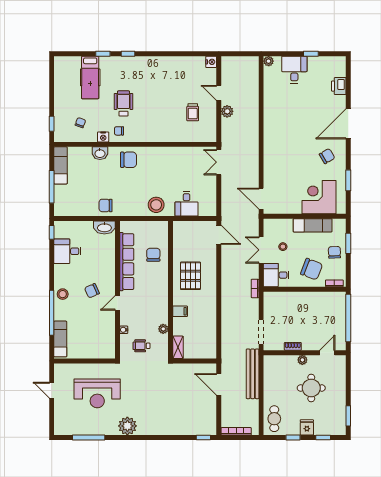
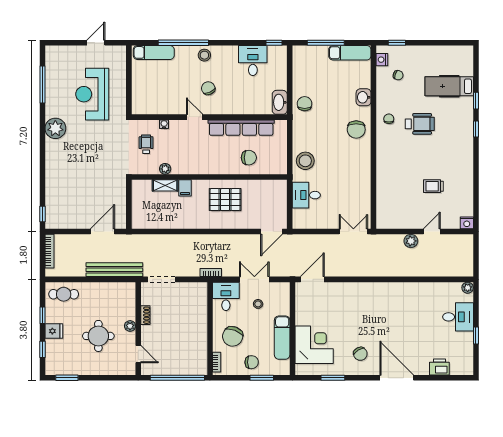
trolley: (193, 112) -> (433, 186), moved
nightstand: (103, 137) -> (382, 60), moved
shelving: (178, 347) -> (165, 185), moved

